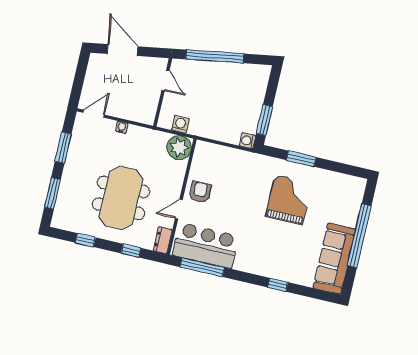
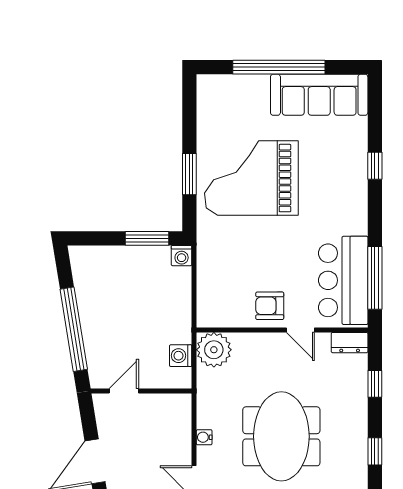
meeting table: (121, 198) -> (281, 436), moved, turned 90
grand piano: (289, 200) -> (251, 178), width x1.37, depth x1.48

